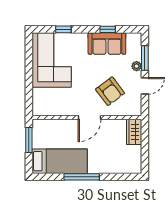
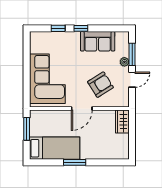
window: (108, 29) -> (81, 28), moved
corner sofa: (52, 60) -> (47, 79), moved
armchair: (110, 91) -> (100, 85), turned -85
window: (82, 177) -> (75, 162), width x0.69

